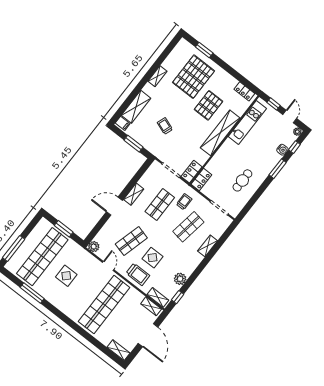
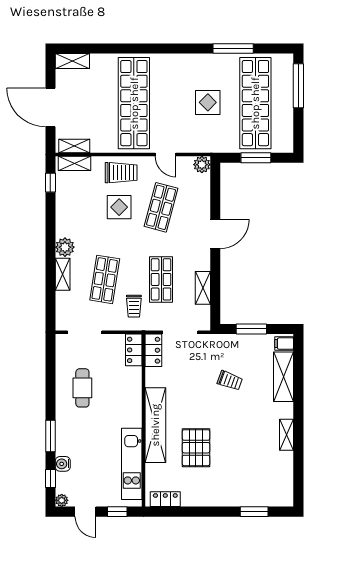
pallet: (194, 77) -> (242, 469), removed
shelving: (134, 194) -> (203, 288), moved
trolley: (138, 274) -> (121, 173), turned 180
plant: (180, 279) -> (65, 247), moved

